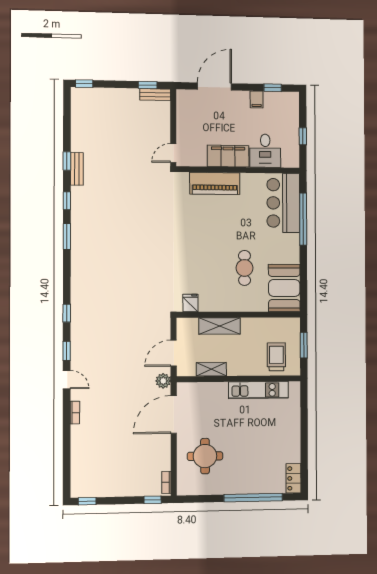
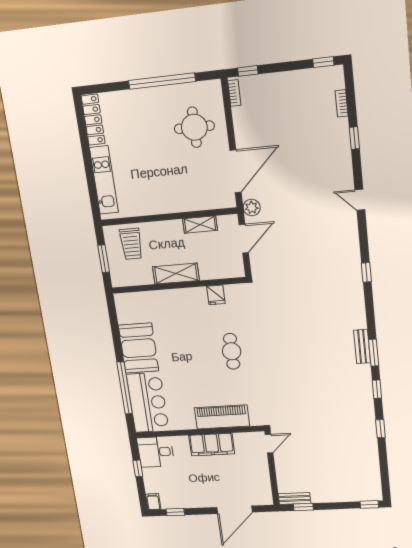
filing cabinet: (257, 100) -> (153, 502), moved
desk: (265, 151) -> (156, 452), moved, turned -90
bench: (77, 169) -> (362, 347), moved
cafe table: (245, 268) -> (232, 351), moved
booth: (284, 288) -> (139, 348), moved
fridge: (190, 303) -> (216, 295), moved
shelving: (219, 326) -> (176, 274), moved
window: (67, 351) -> (354, 138), moved
kitchen unit: (258, 390) -> (104, 180), moved, turned 90
bookcase: (75, 413) -> (342, 103), moved
locker: (293, 478) -> (93, 120), width x1.53
window: (253, 498) -> (162, 81), moved

